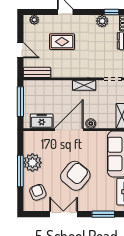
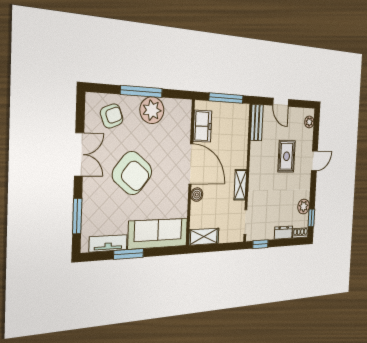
door: (20, 50) -> (281, 102), hinge flipped

